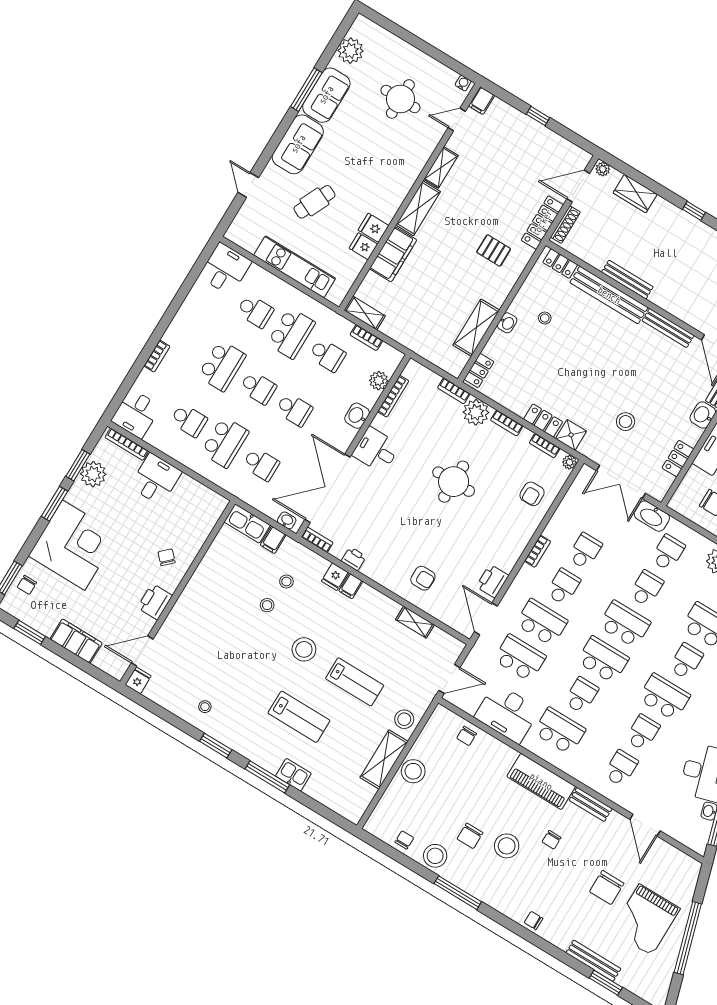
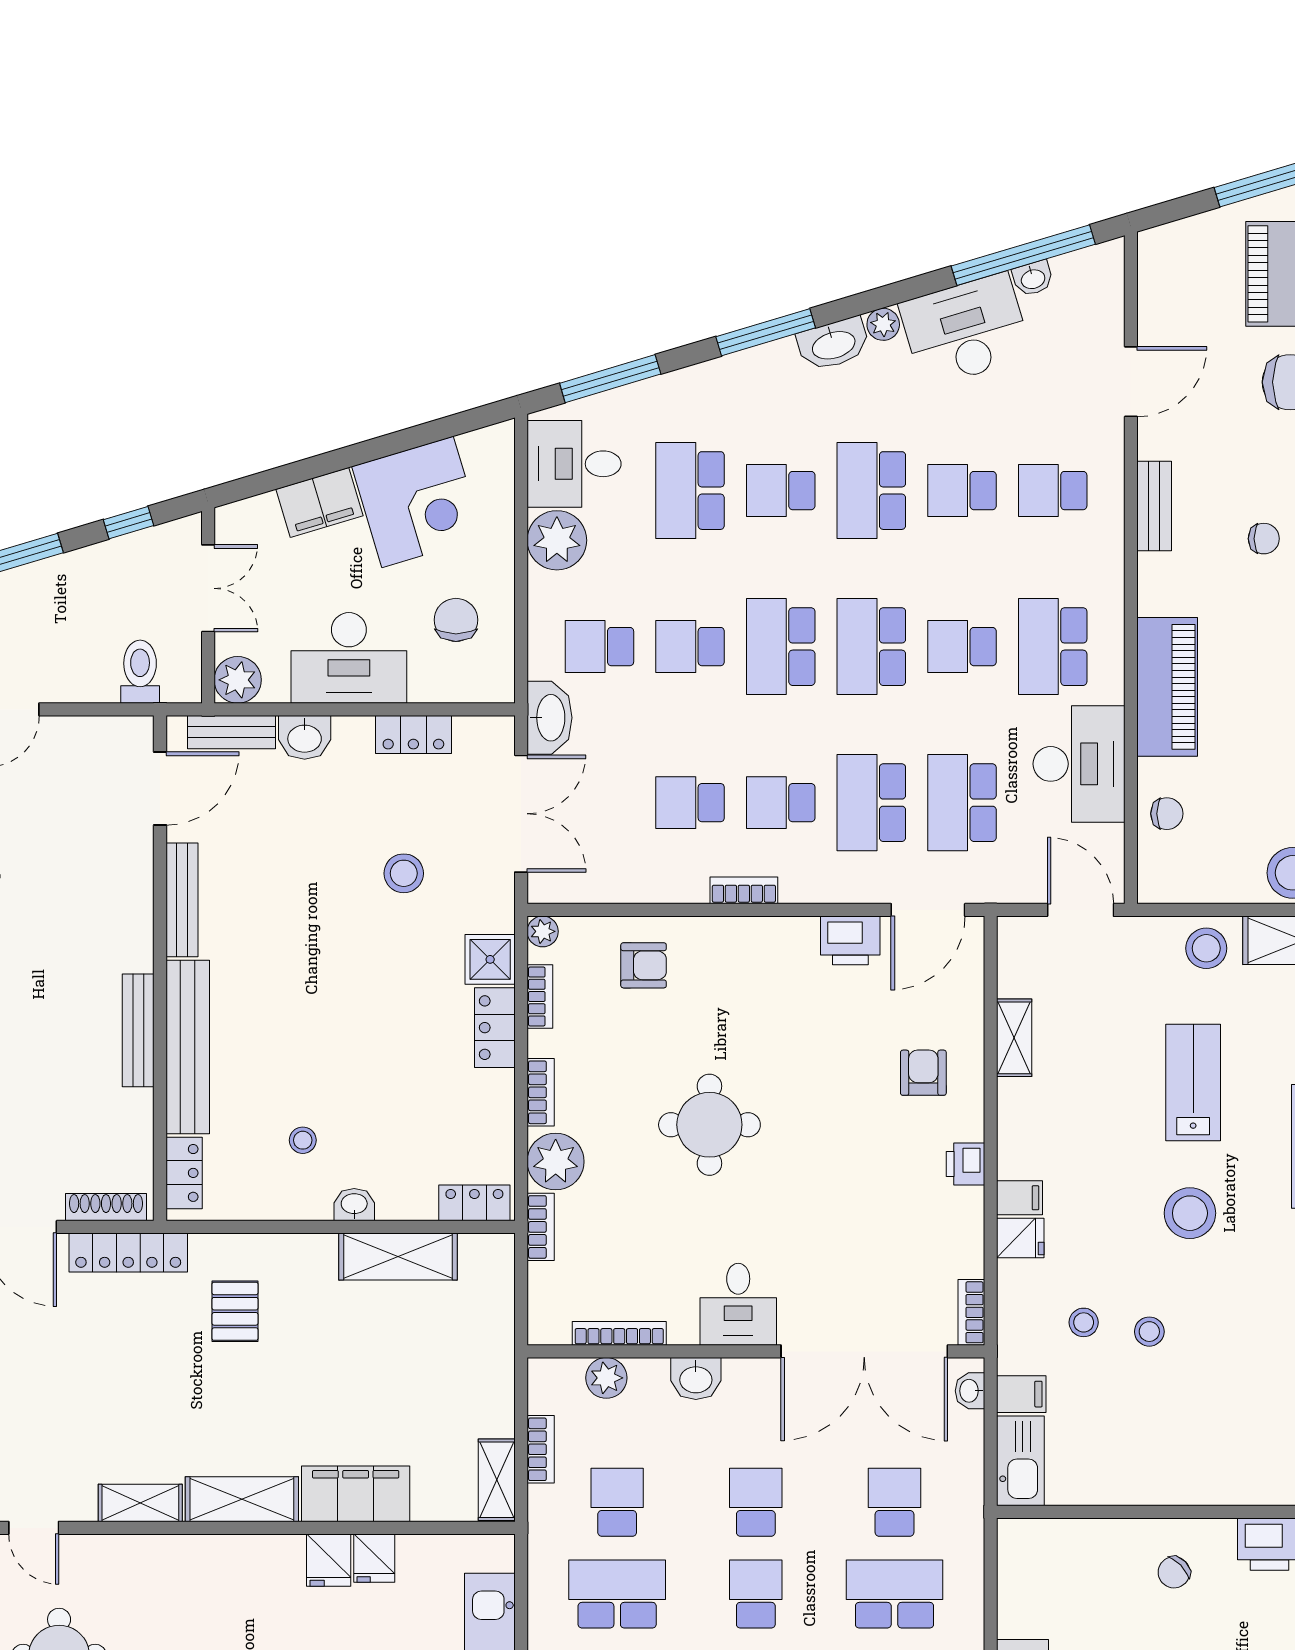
printer: (354, 559) -> (965, 1164), moved
piano: (541, 781) -> (1167, 687), moved

